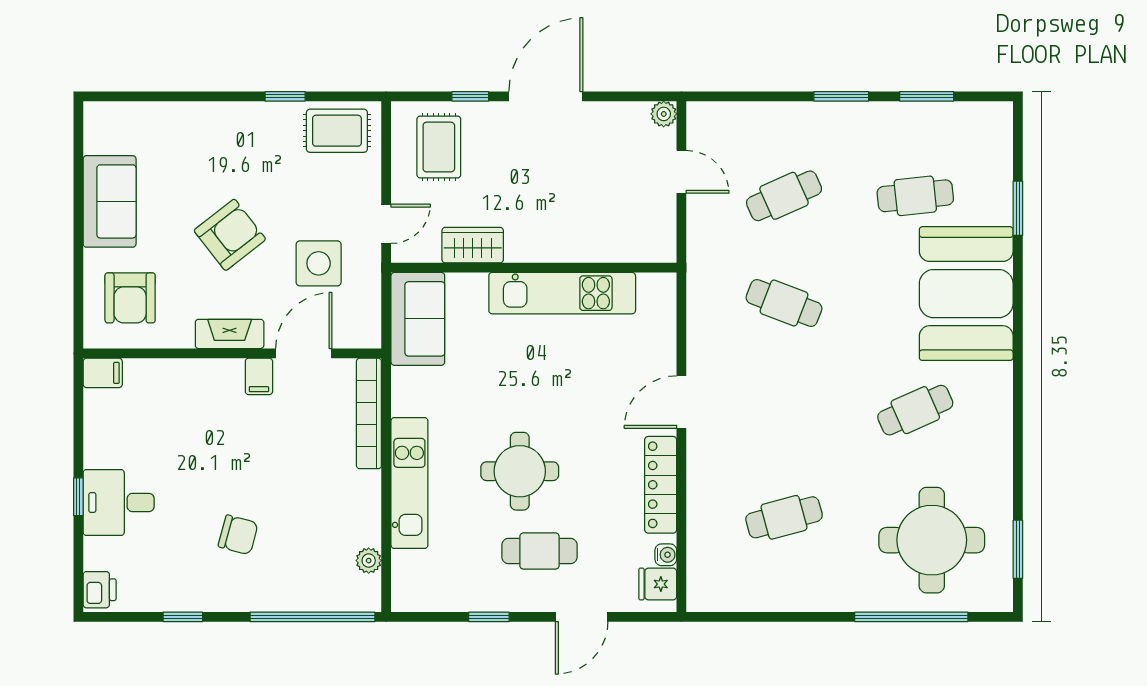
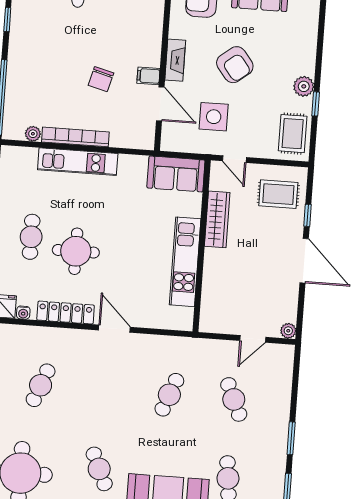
plant: (257, 118) -> (304, 86), added
wardrobe: (473, 245) -> (217, 219), width x1.50
bookcase: (369, 413) -> (75, 137), moved
round table: (520, 471) -> (76, 251), moved
cafe table: (784, 517) -> (41, 385), turned 36
chair: (238, 535) -> (101, 79), moved

